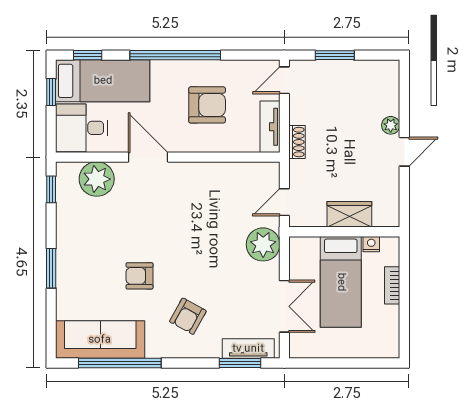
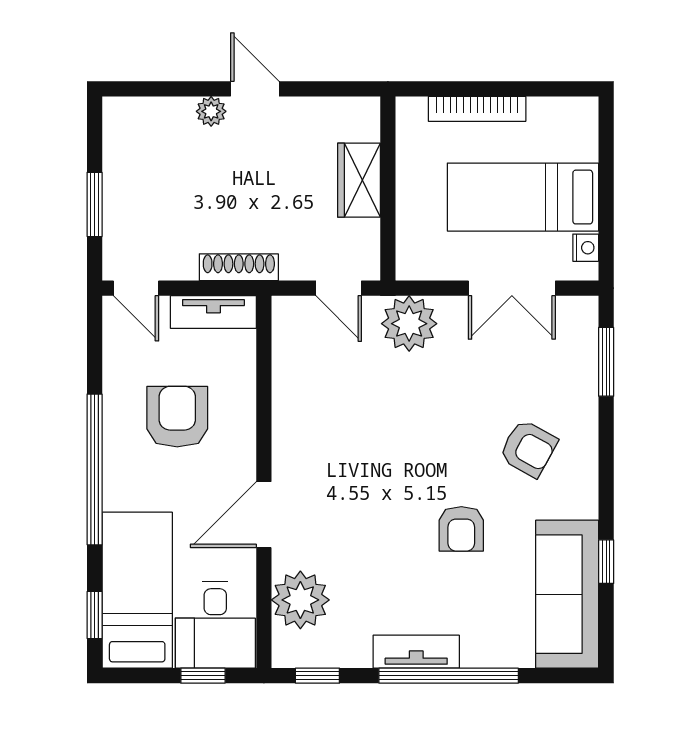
window: (51, 92) -> (203, 676), moved
shoe rack: (297, 142) -> (239, 267), width x1.43
nightstand: (371, 244) -> (586, 248), moved, turned 180
window: (51, 268) -> (449, 676), width x2.11
bed: (341, 282) -> (523, 197), moved, turned 180
bookcase: (392, 285) -> (477, 109), width x1.56
double door: (284, 306) -> (512, 288), swing flipped
tv unit: (248, 349) -> (416, 652), moved, turned 90
window: (120, 363) -> (606, 562), width x0.32

